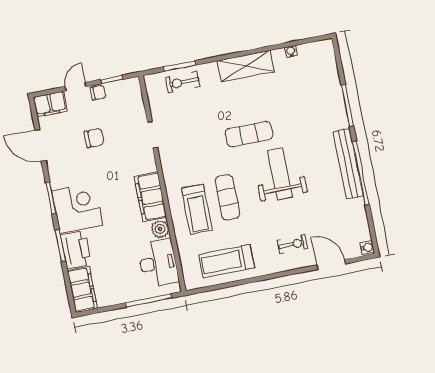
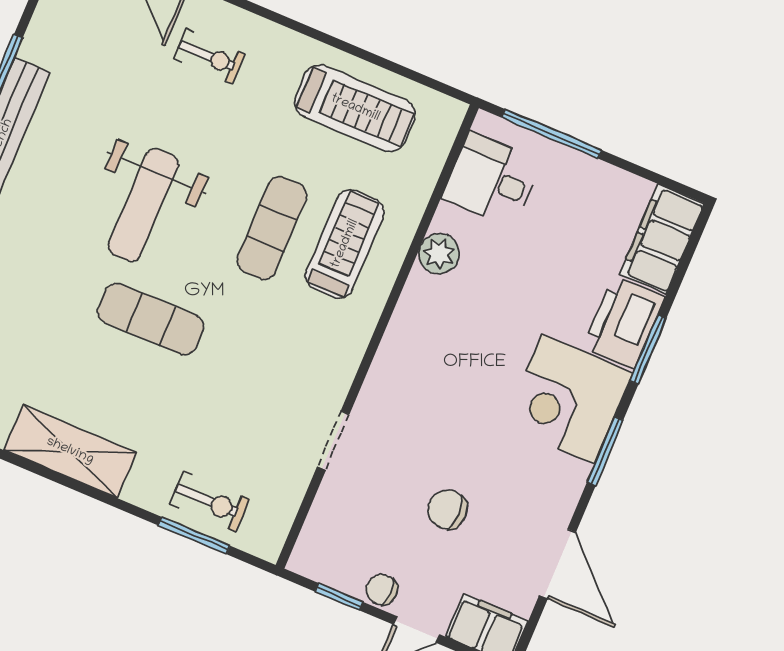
filing cabinet: (150, 197) -> (416, 327), removed
exercise bike: (292, 244) -> (210, 56), turned 180
desk: (158, 263) -> (492, 180), width x0.73

